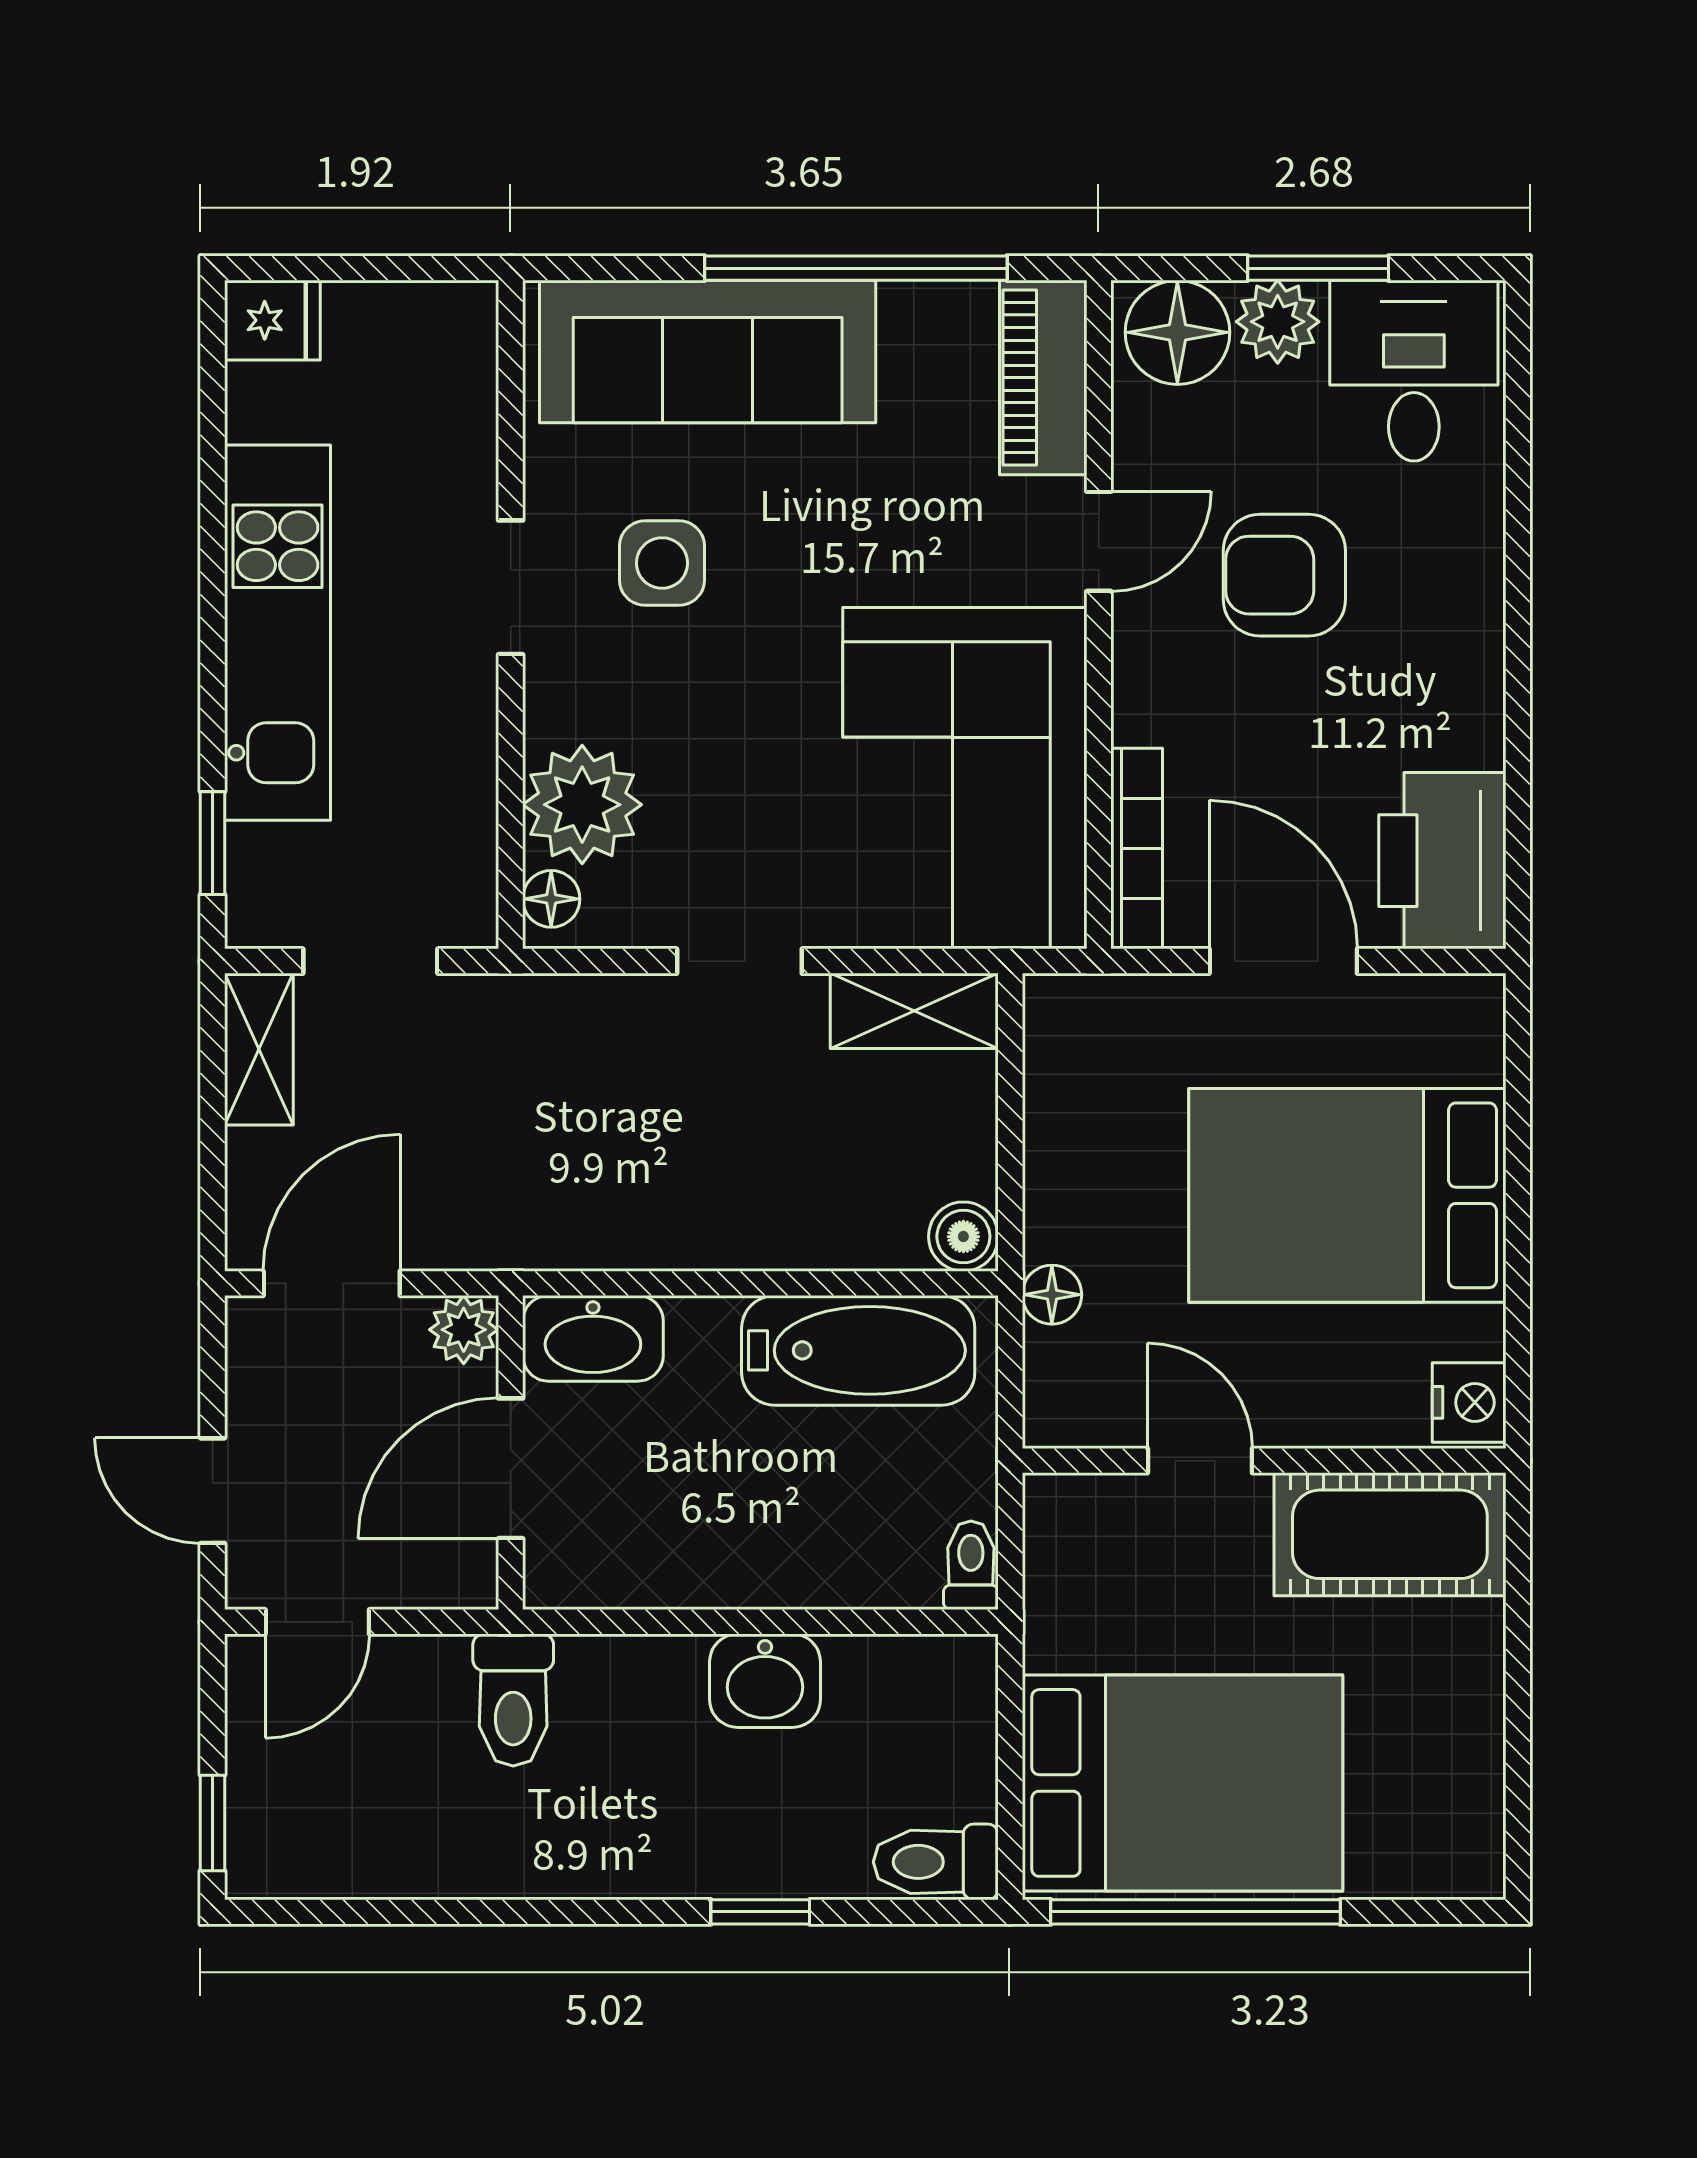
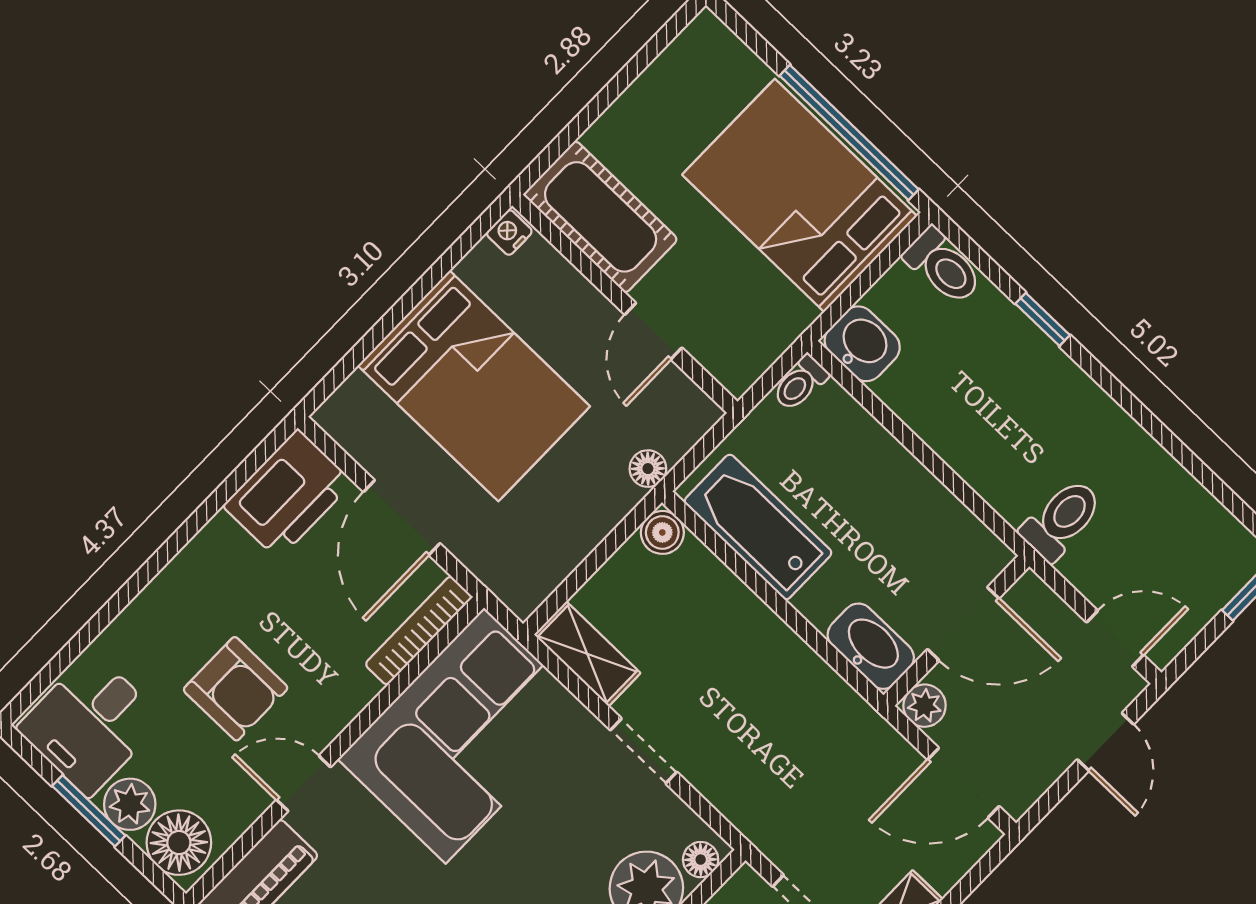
nightstand: (1469, 1402) -> (509, 232), width x0.72, depth x0.74
washbasin: (765, 1681) -> (862, 344), moved

